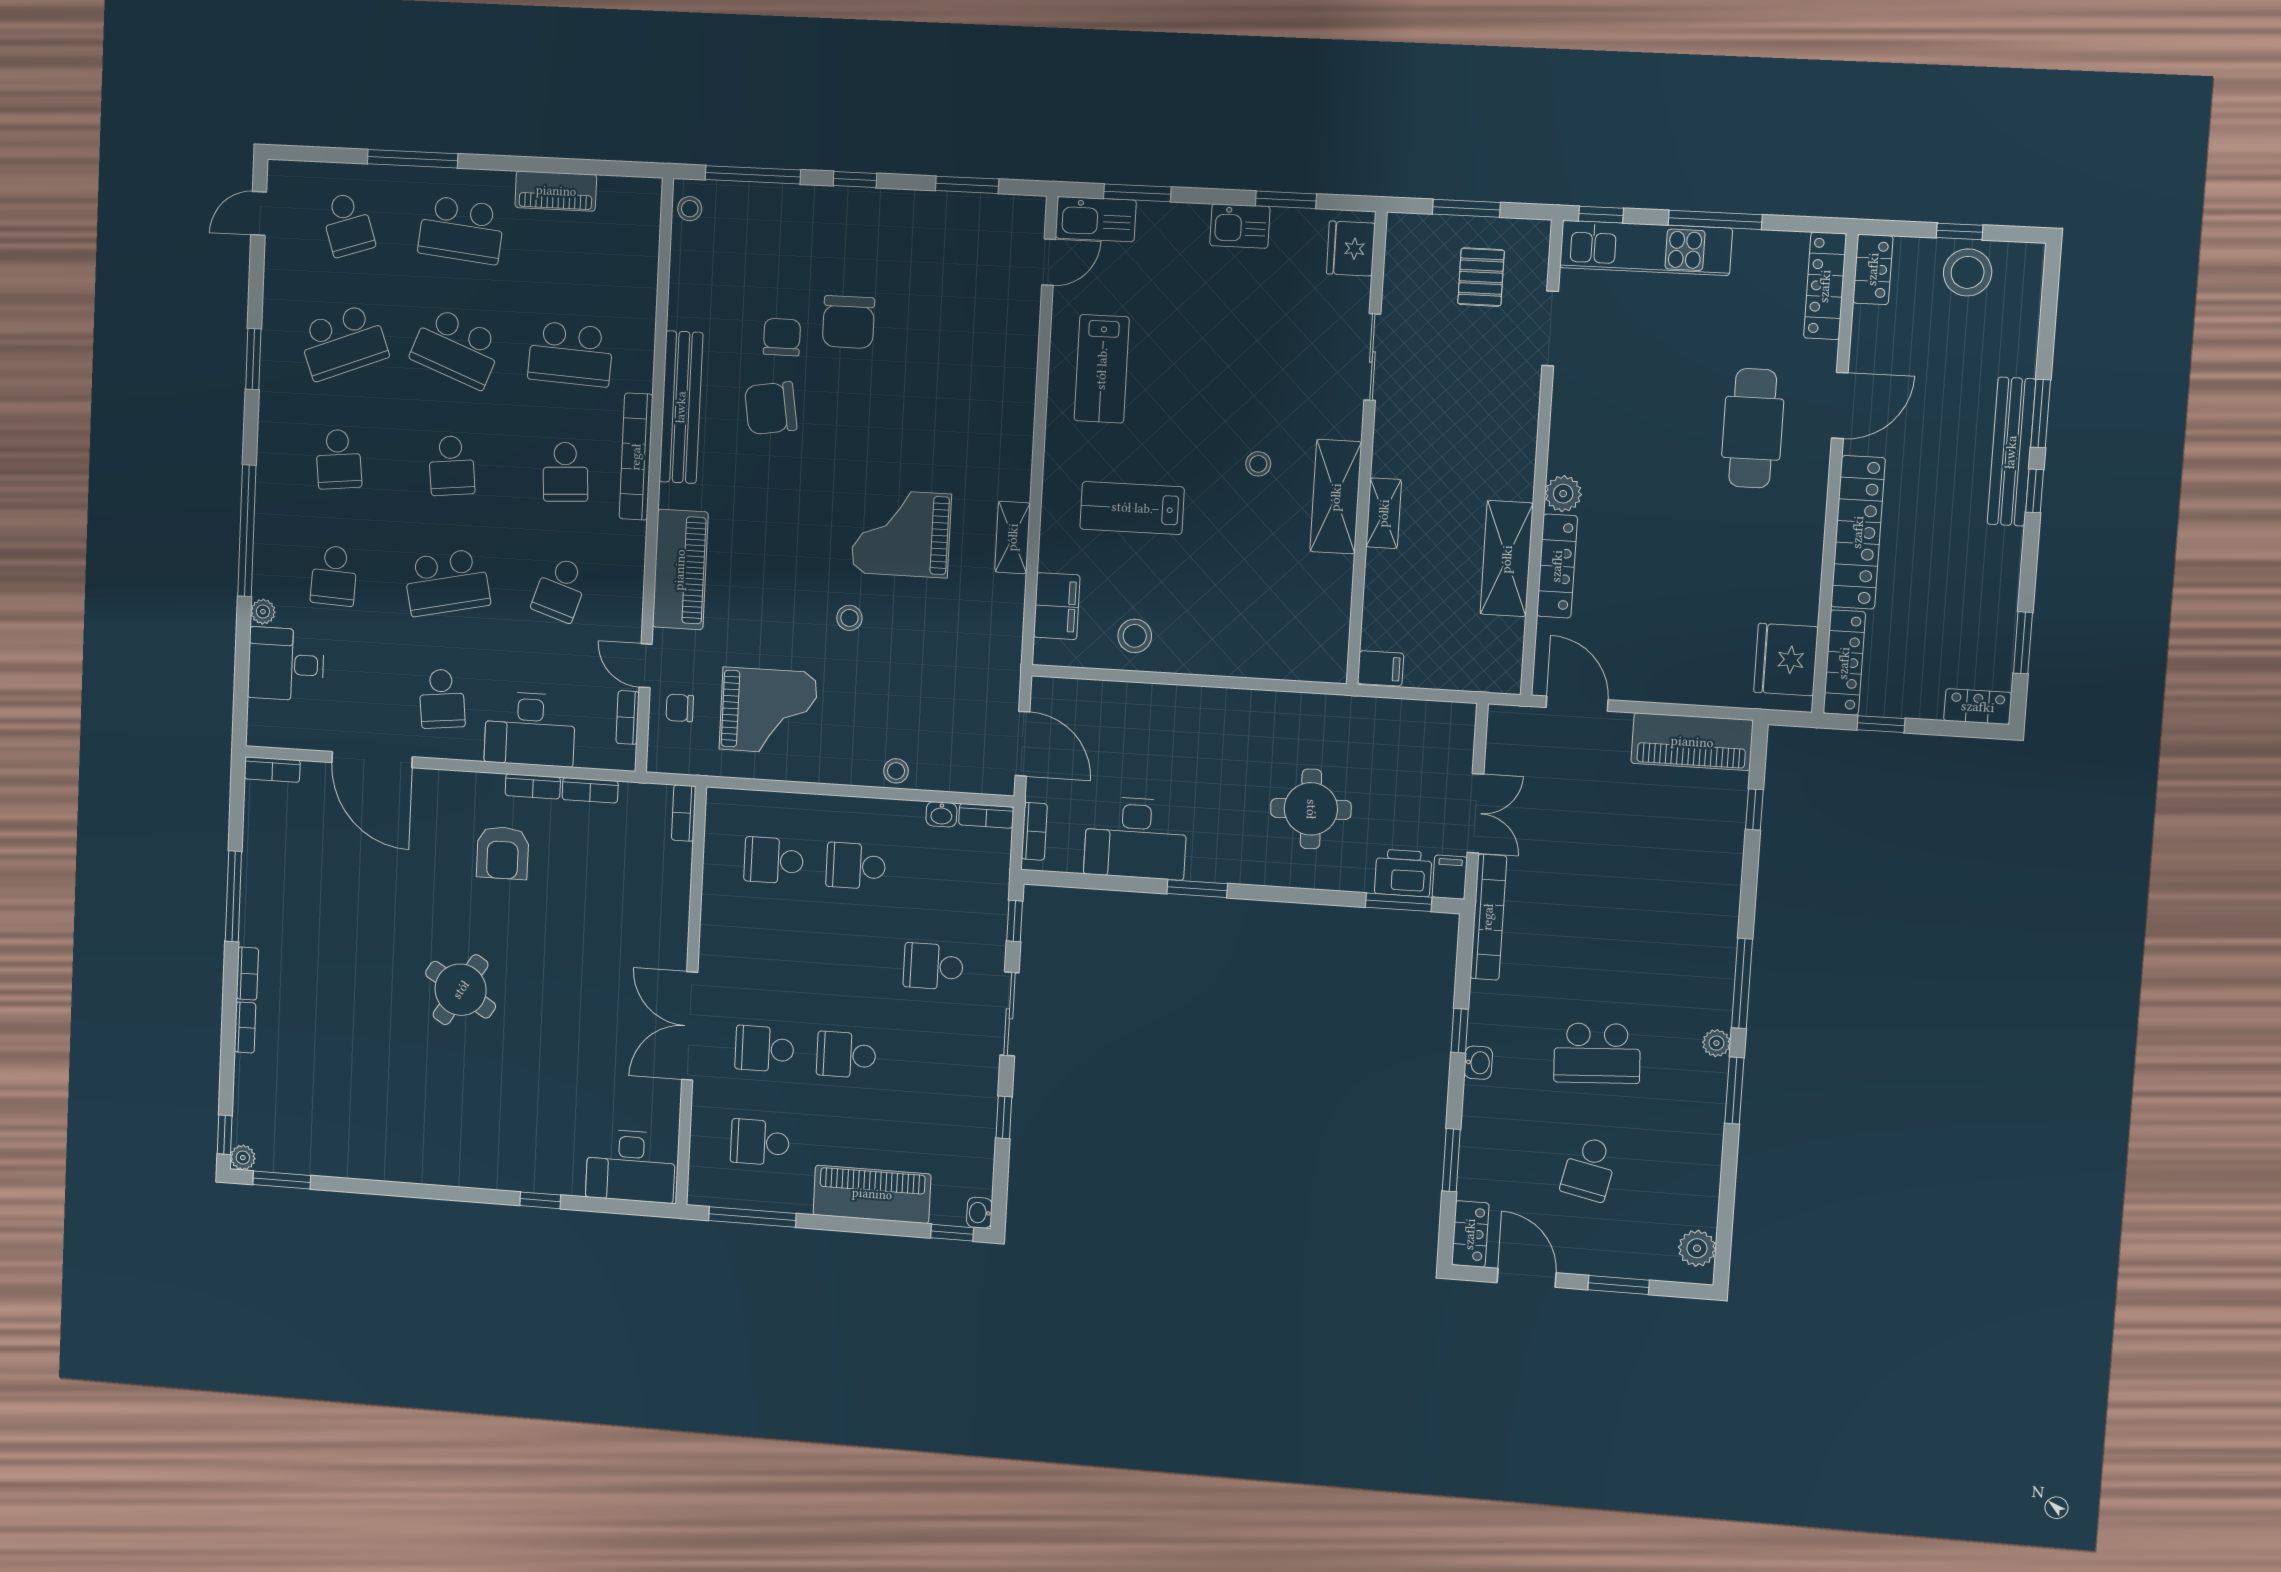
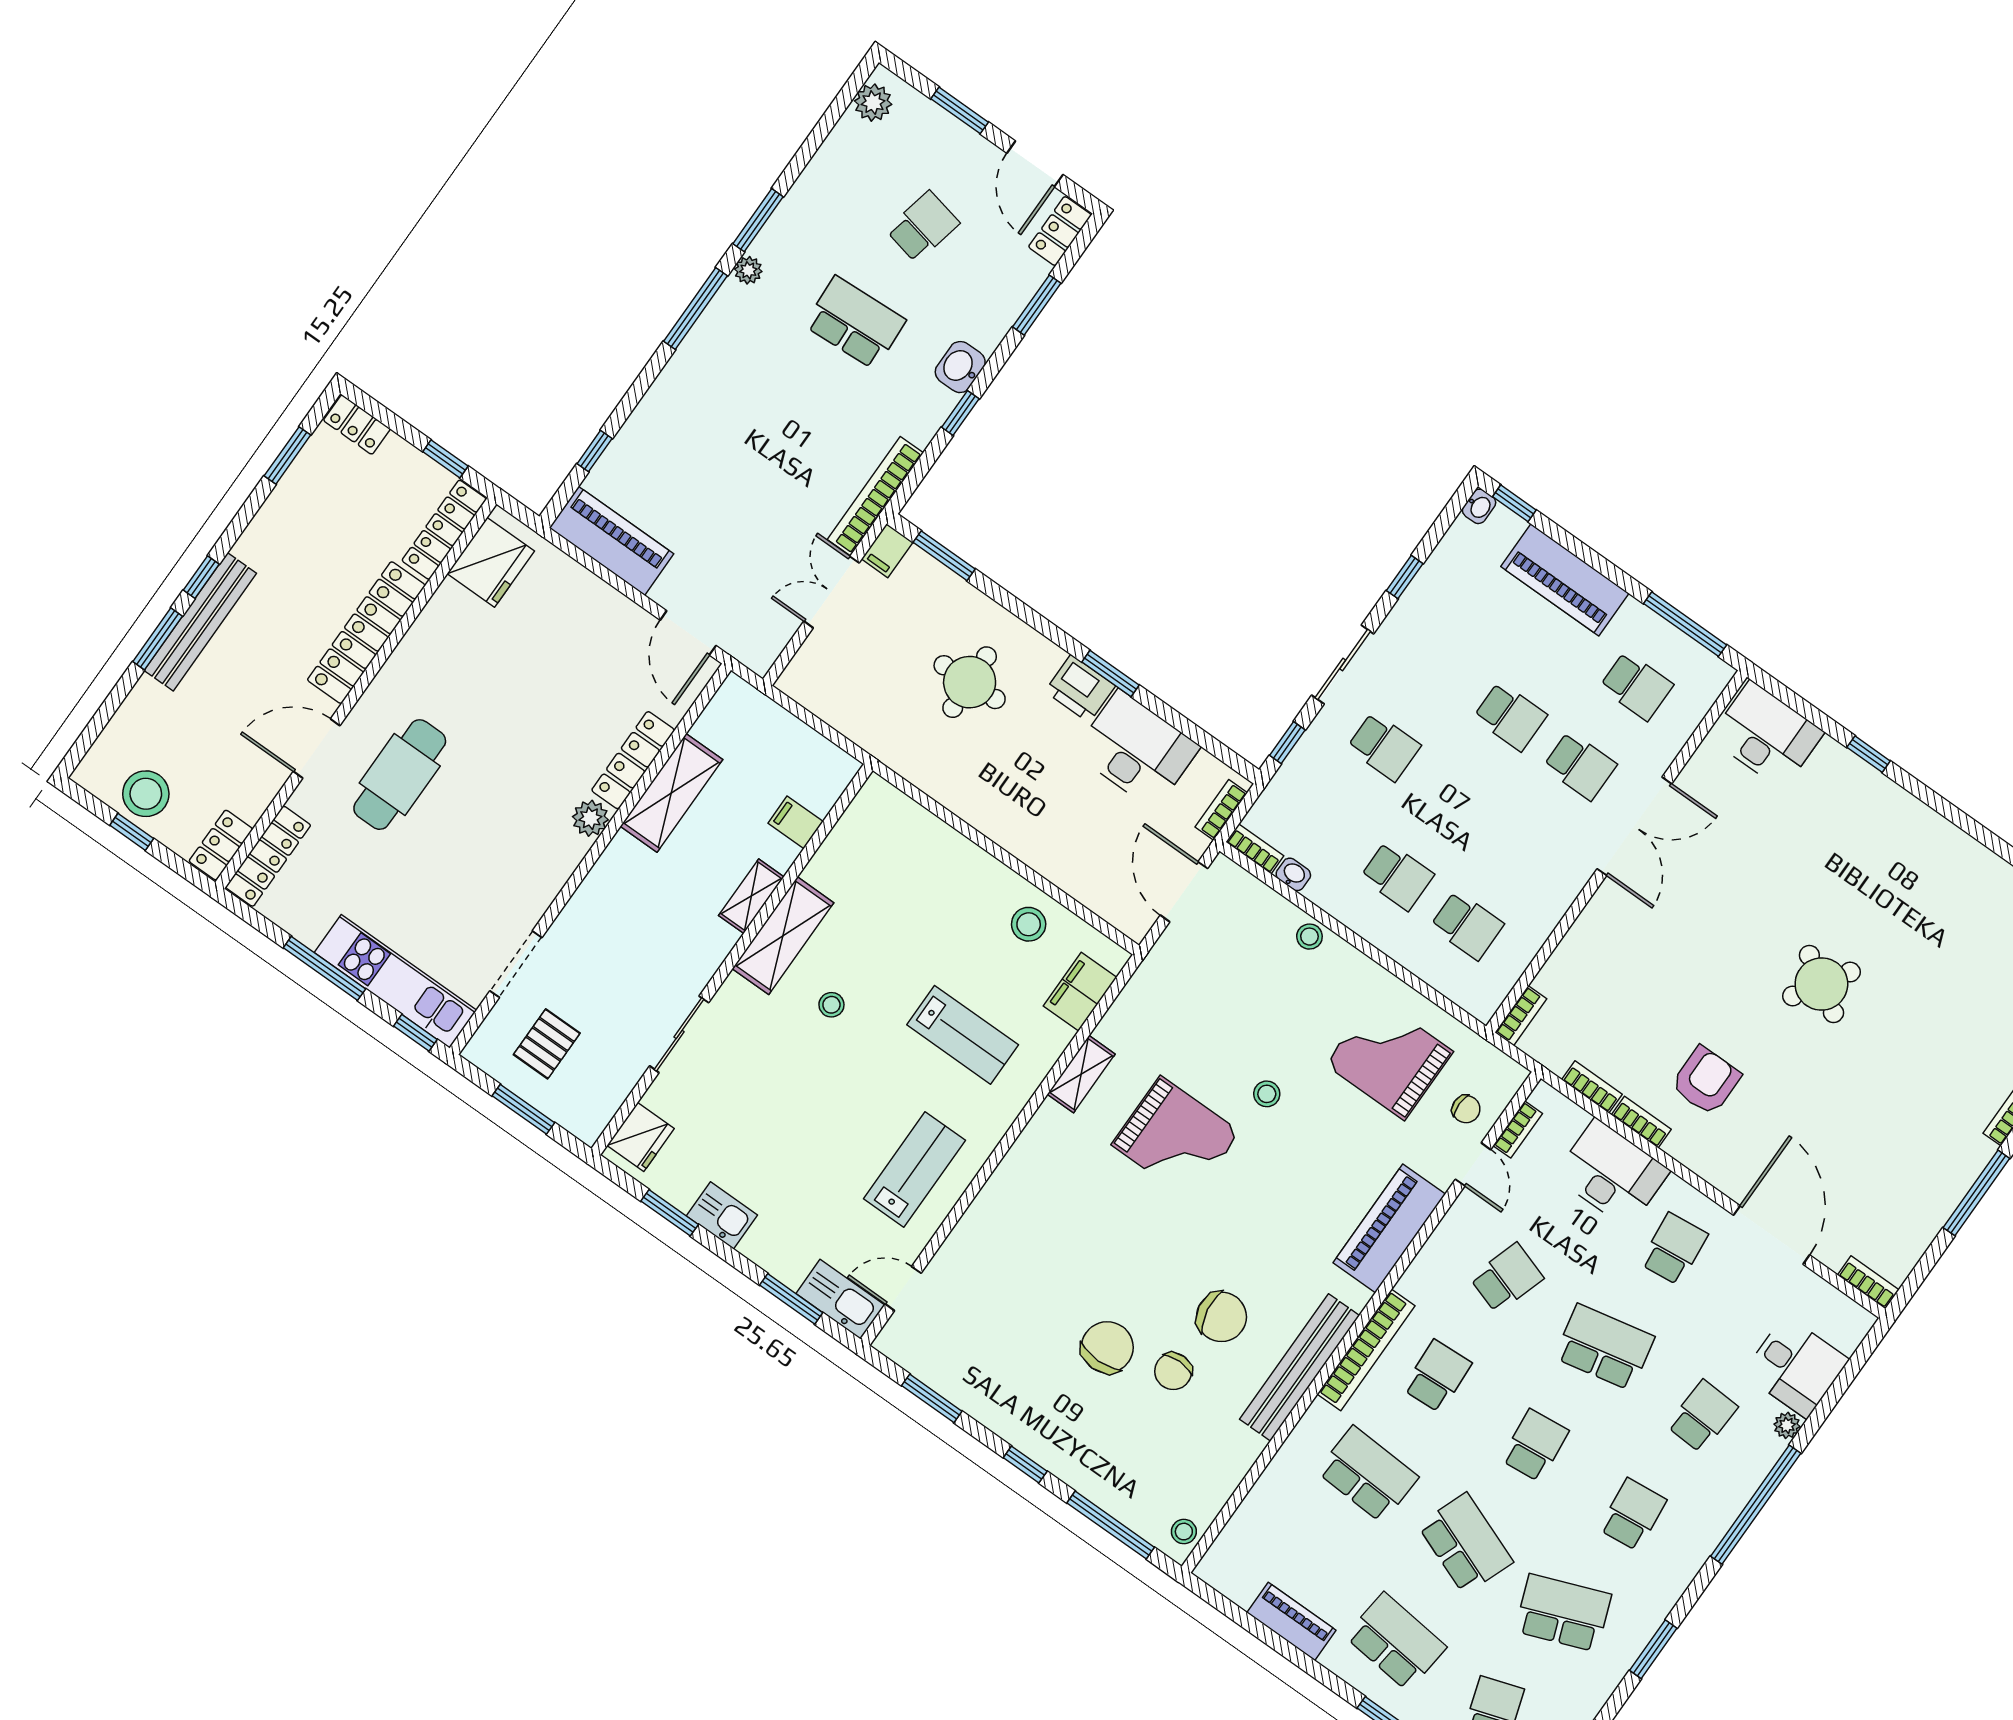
filing cabinet: (1381, 668) -> (795, 822), moved
printer: (1403, 873) -> (1080, 689), moved
washbasin: (1478, 1063) -> (960, 367), width x1.38, depth x1.45

